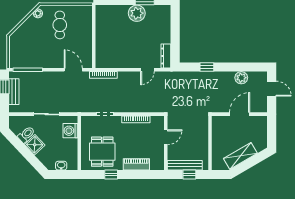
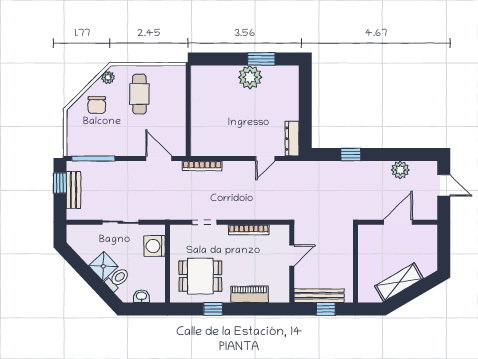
chair: (30, 33) -> (97, 105), added
toilet: (26, 134) -> (117, 279), moved
dining table: (102, 152) -> (200, 276), turned 90

